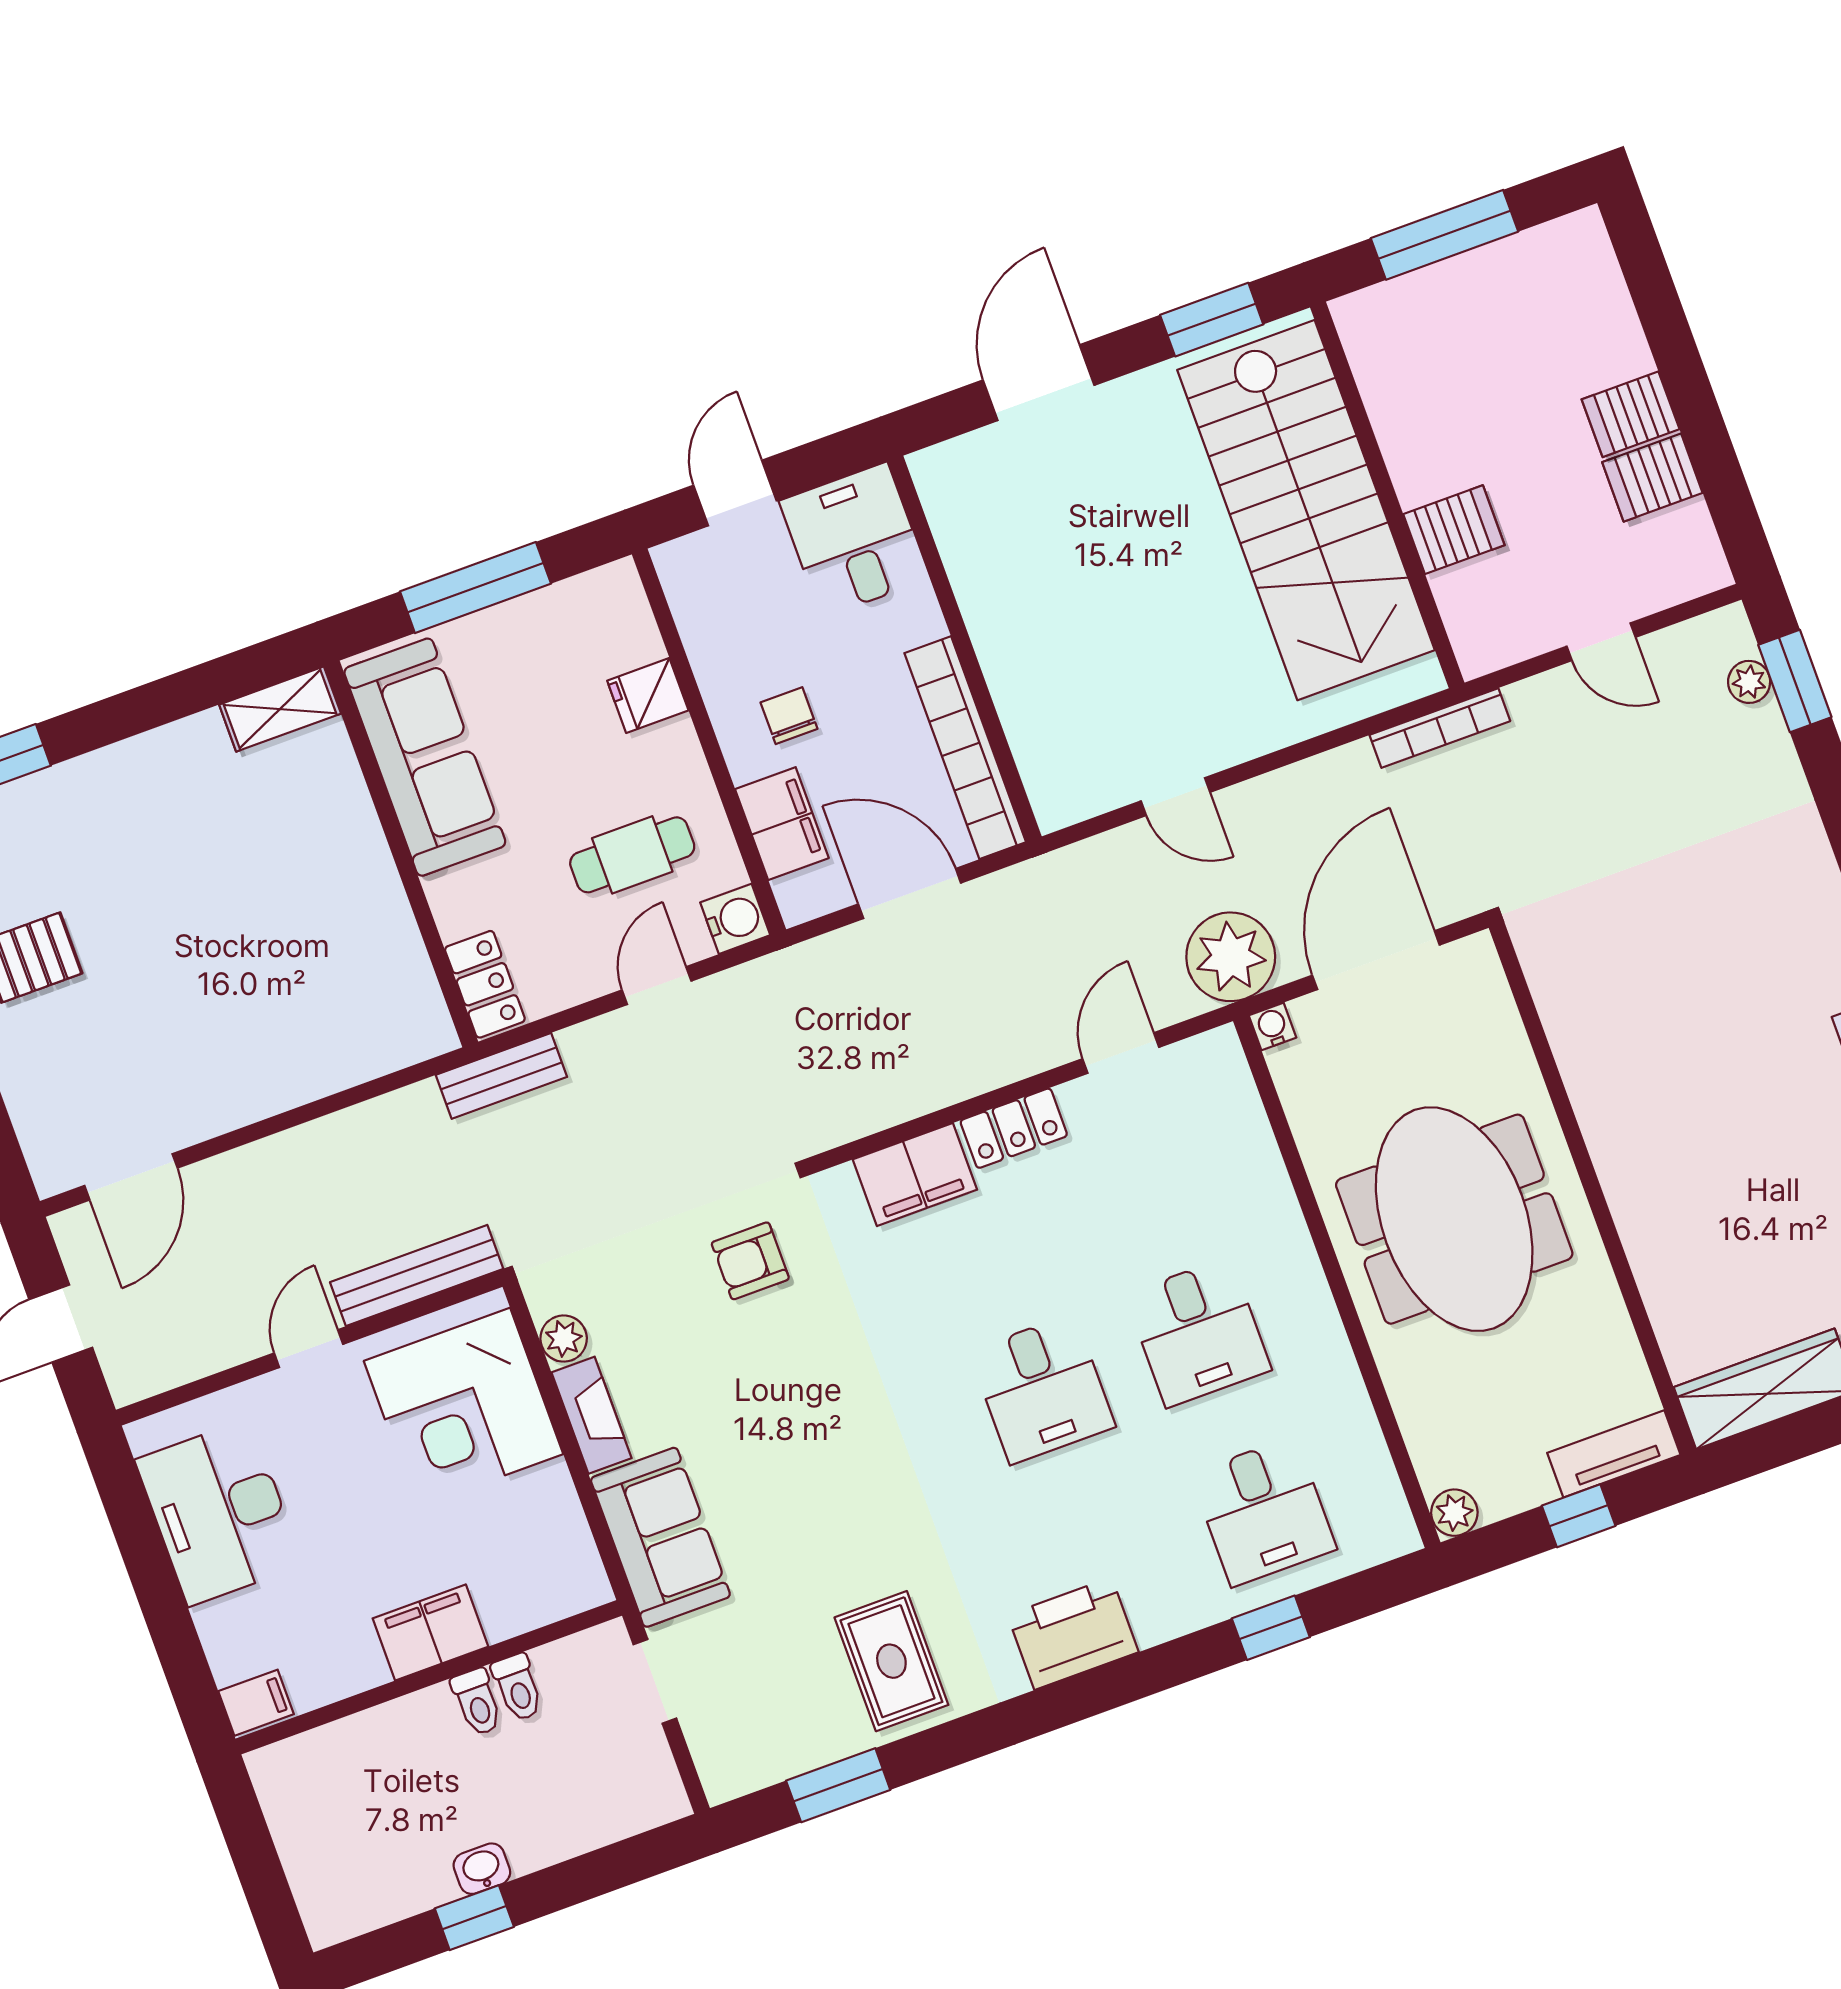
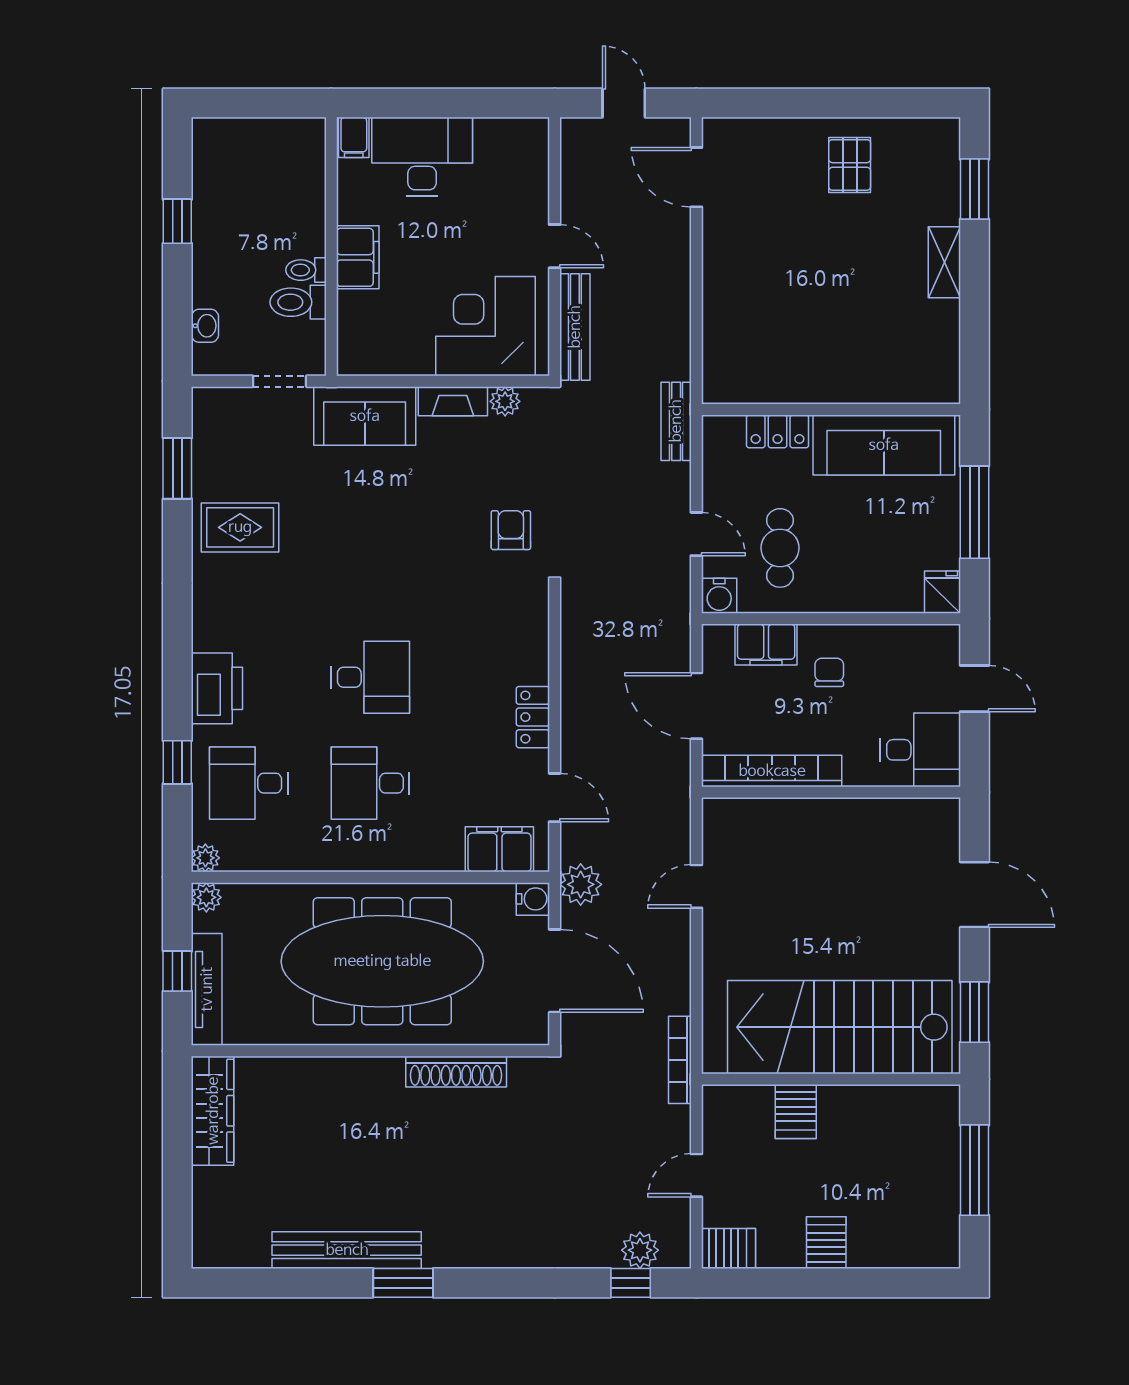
server rack: (1652, 478) -> (728, 1249), moved, turned 90
window: (1795, 681) -> (631, 1283), width x0.67
plant: (1749, 682) -> (640, 1250), width x1.38, depth x1.38
fridge: (648, 695) -> (943, 592), moved
shelving: (280, 709) -> (944, 262), moved
chair: (789, 716) -> (829, 672), turned -90
door: (910, 893) -> (696, 706), swing flipped
plant: (1231, 957) -> (581, 884), width x0.73, depth x0.73
locker: (485, 984) -> (778, 431), moved
water cooler: (1273, 1026) -> (533, 899), width x1.38, depth x1.38
shoe rack: (1577, 1051) -> (456, 1072), added
filing cabinet: (915, 1175) -> (499, 849), moved, turned 90
meeting table: (1454, 1219) -> (382, 961), width x1.36
desk: (1042, 1389) -> (370, 677), turned 180
tv unit: (1614, 1454) -> (207, 989), width x1.41
desk: (219, 1512) -> (422, 157), moved
plant: (1397, 1535) -> (205, 858), added
printer: (1073, 1634) -> (217, 688), moved
toilet: (518, 1687) -> (298, 302), width x1.37, depth x1.39
washbasin: (482, 1869) -> (205, 326), moved

